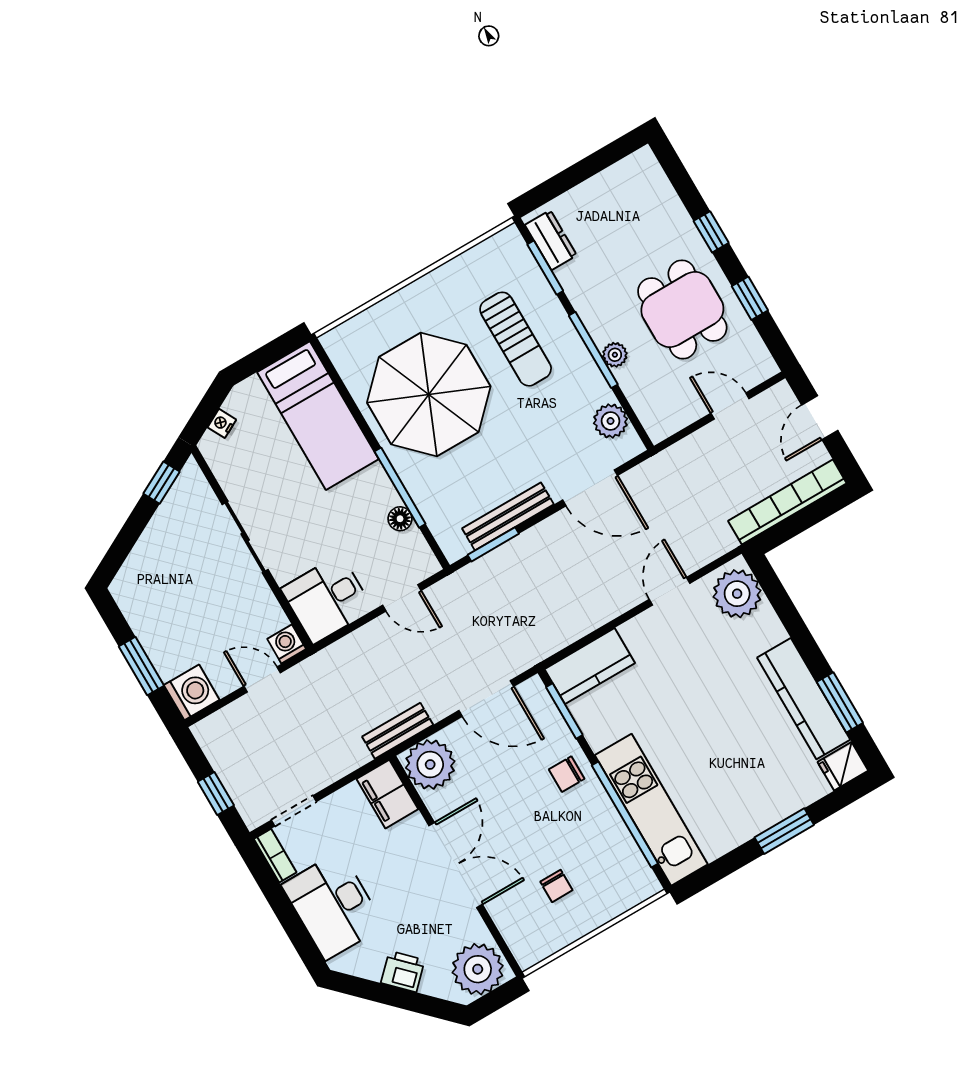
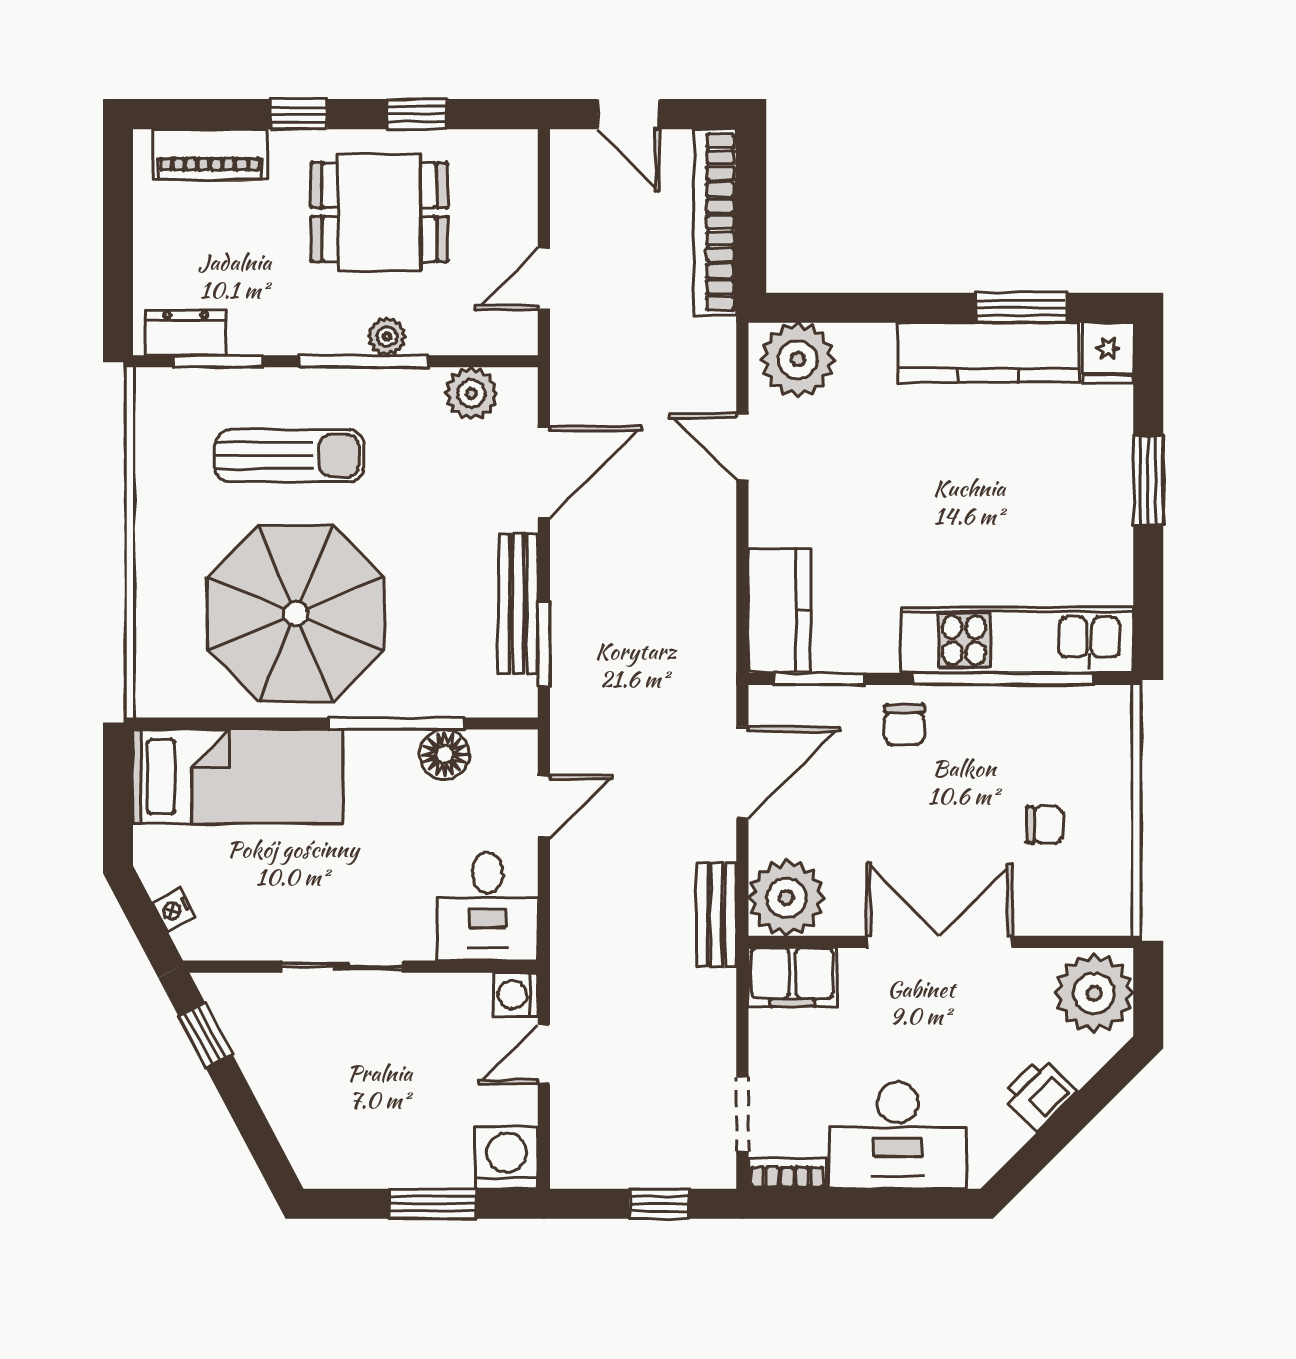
piano: (659, 195) -> (210, 155), added
door: (730, 406) -> (544, 279), moved
floor lamp: (400, 519) -> (445, 754), width x1.37, depth x1.37

